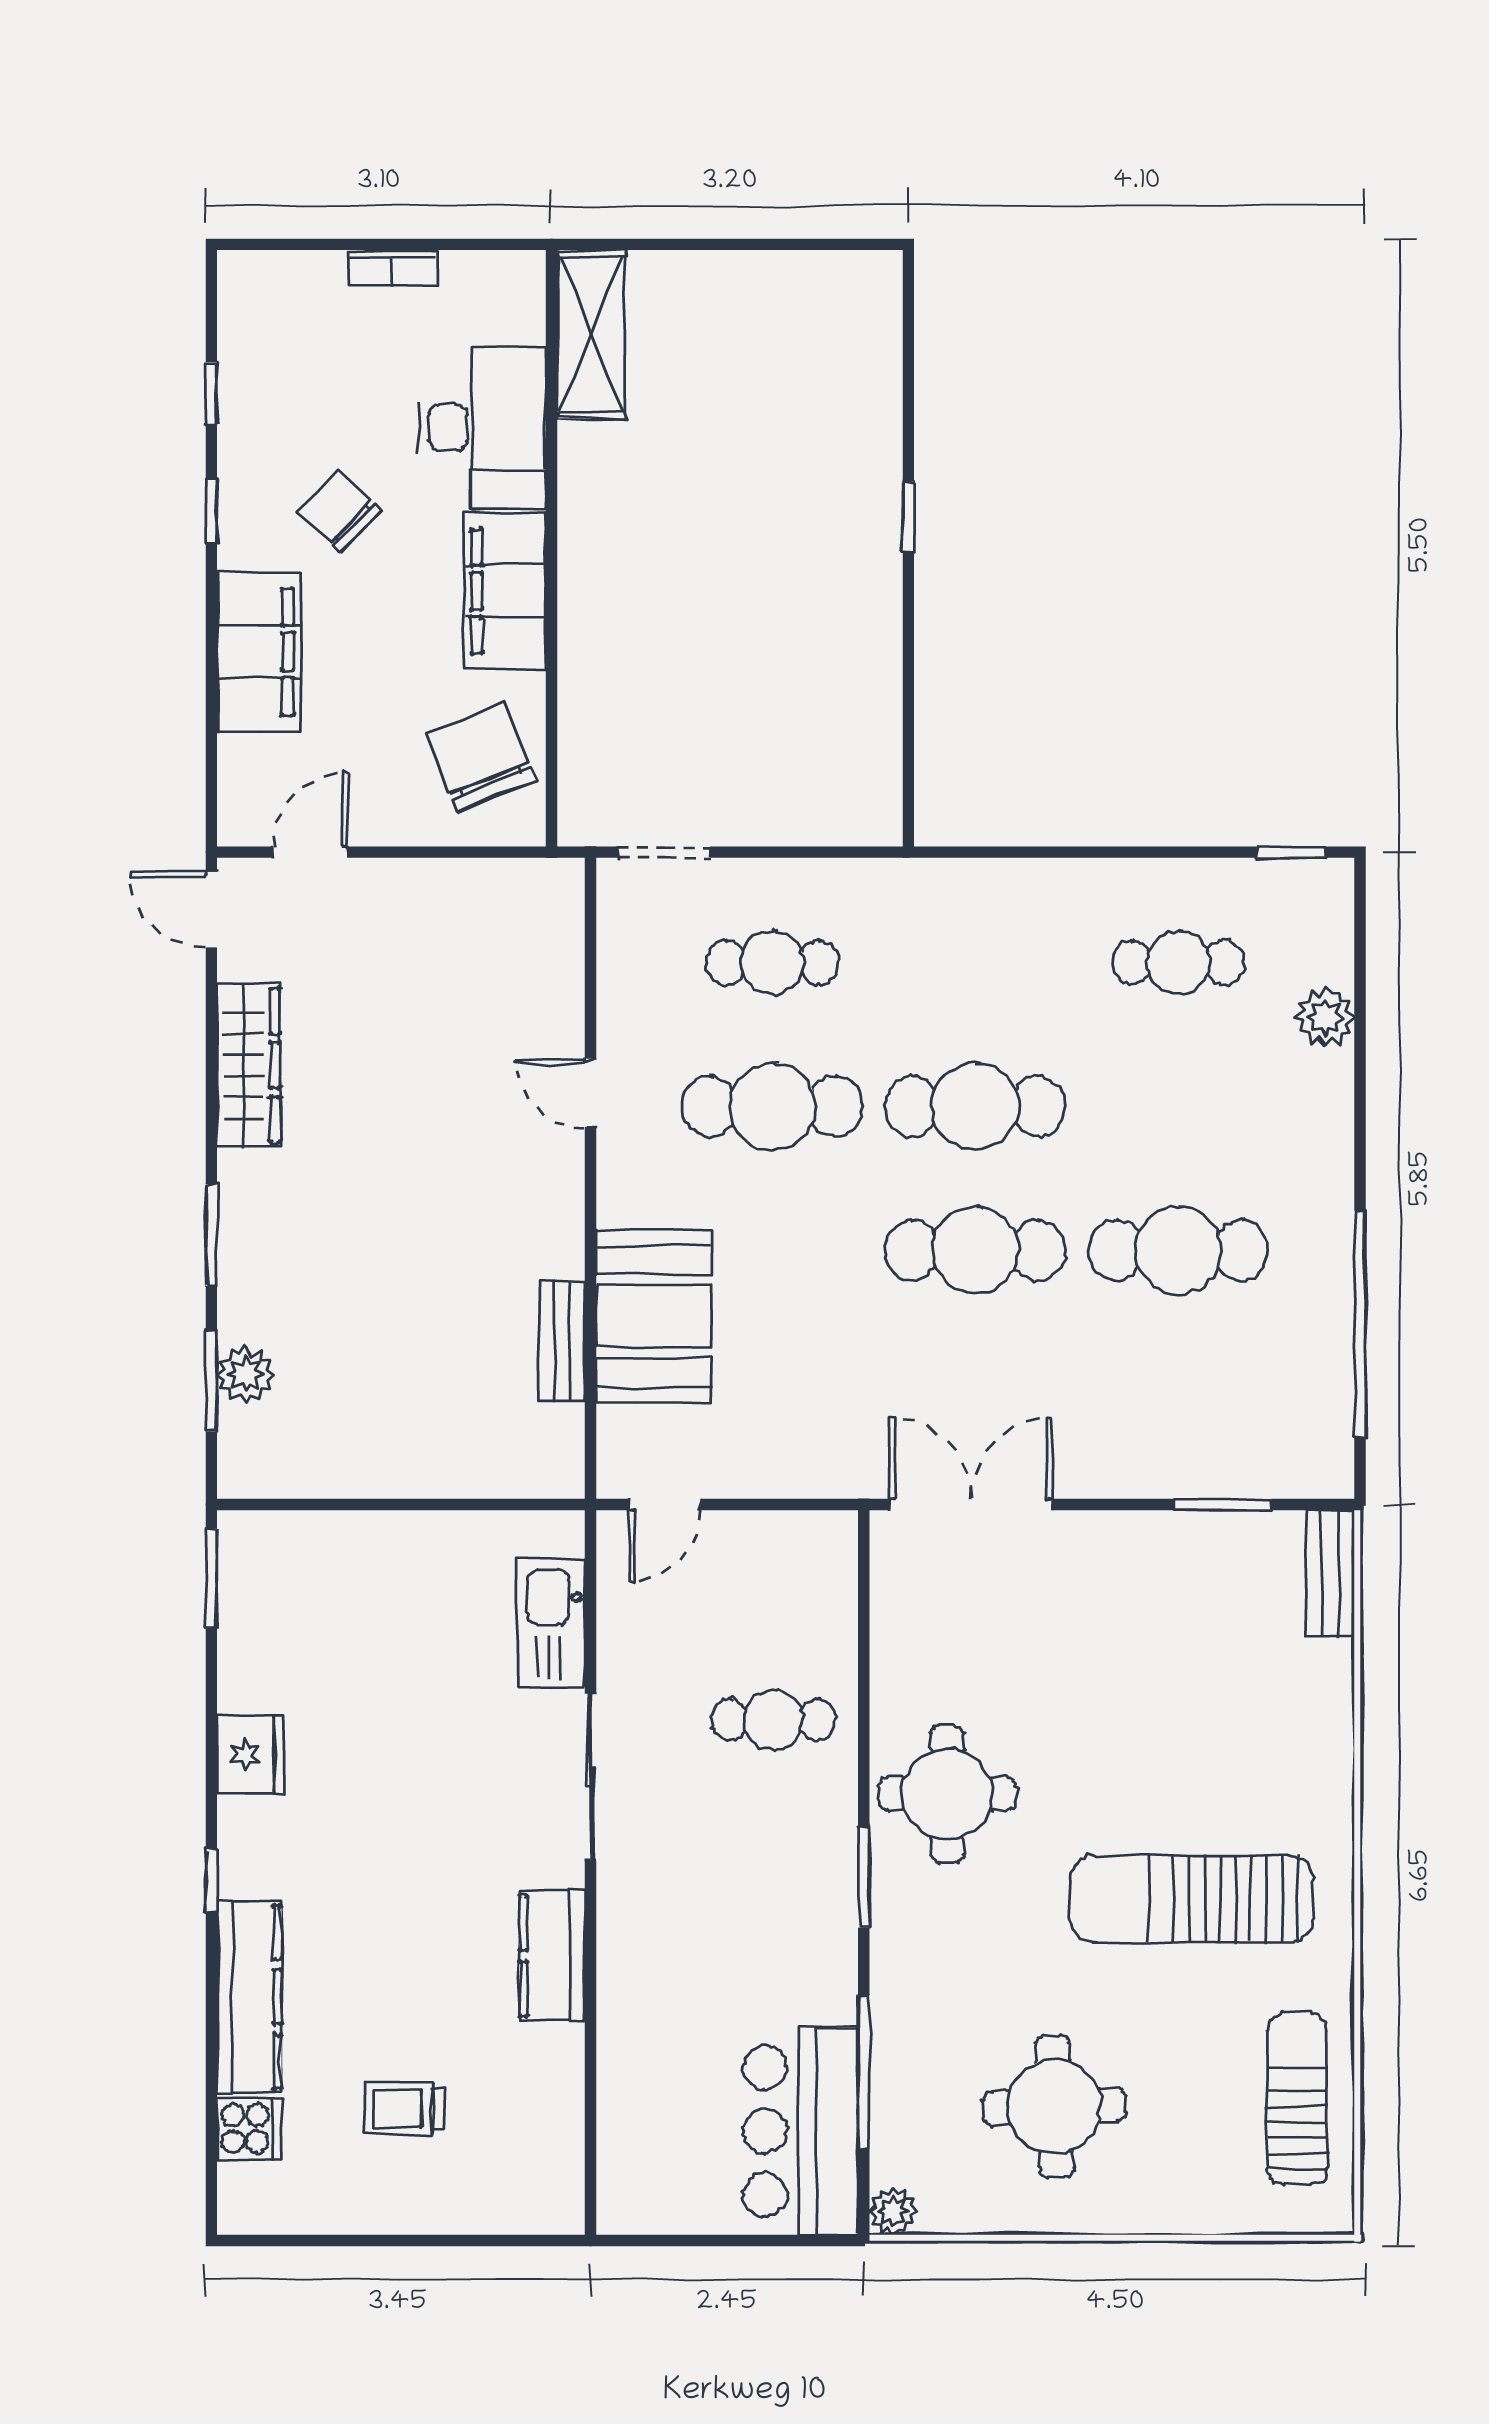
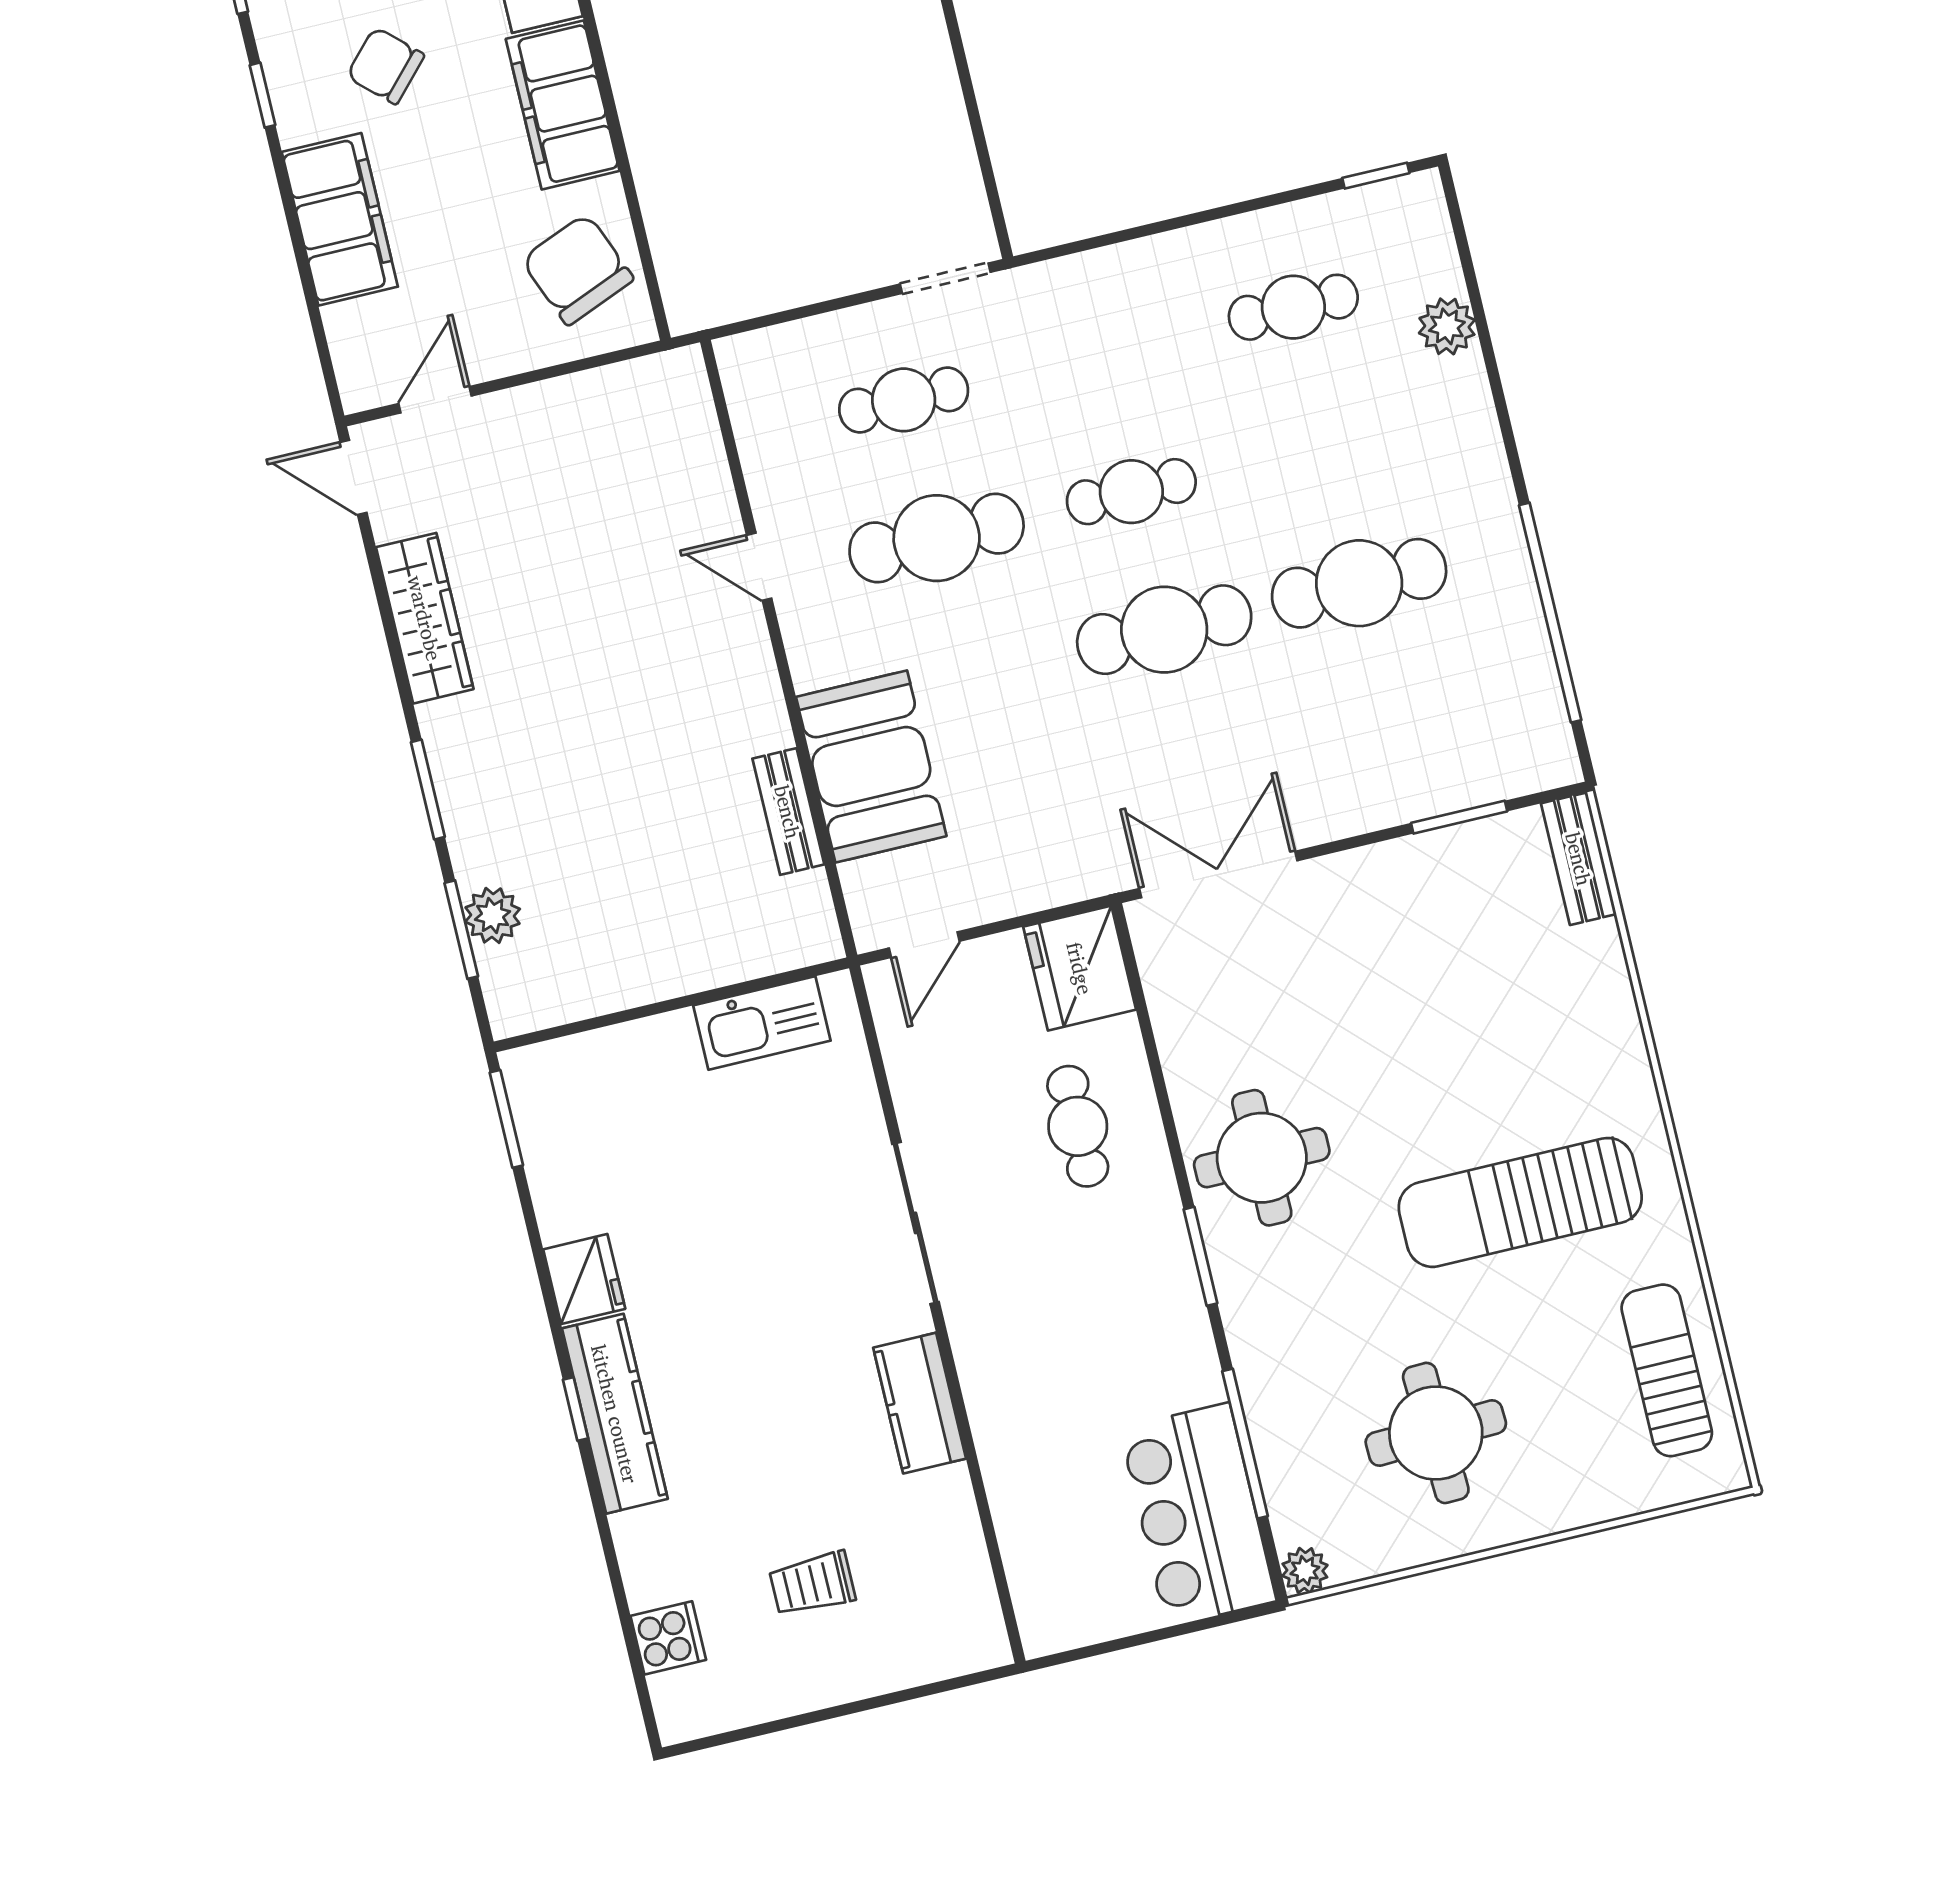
doorway: (665, 852) -> (945, 278), moved
cafe table: (975, 1106) -> (1131, 492), width x0.73, depth x0.74
fridge: (812, 1564) -> (1080, 968), added
kitchen sink: (551, 1623) -> (762, 1023), moved, turned -90
cafe table: (773, 1720) -> (1078, 1126), turned 90
kitchen counter: (249, 1997) -> (615, 1414), moved

